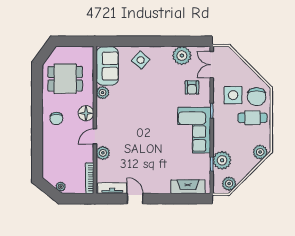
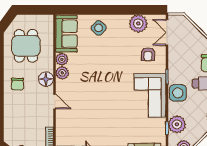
dining table: (65, 79) -> (26, 46), turned 90
side table: (233, 95) -> (178, 93), moved
door: (95, 136) -> (55, 101), swing flipped
plant: (103, 153) -> (62, 73), moved

